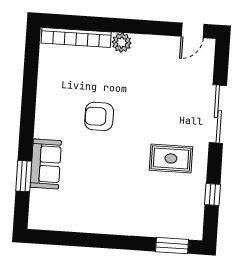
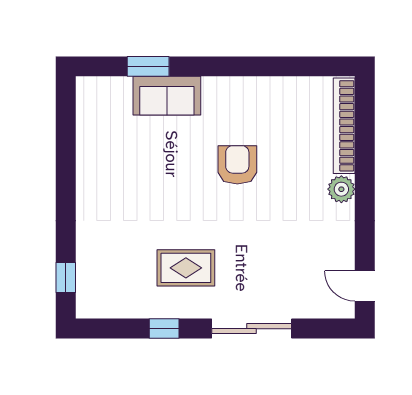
rug: (171, 158) -> (186, 268), turned 90
window: (212, 194) -> (164, 329), moved
window: (172, 246) -> (66, 277), width x0.67

